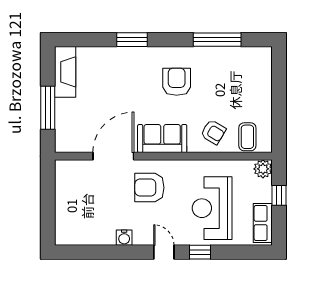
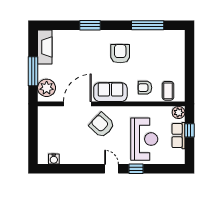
plant: (68, 132) -> (47, 88), added
armchair: (213, 132) -> (145, 88), turned 149
armchair: (149, 188) -> (102, 125), turned 43
reception desk: (212, 208) -> (144, 139), turned 180
row of seats: (263, 223) -> (178, 136), moved
water cooler: (124, 238) -> (54, 159), moved

